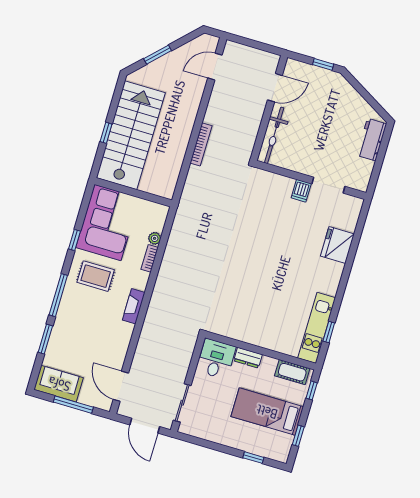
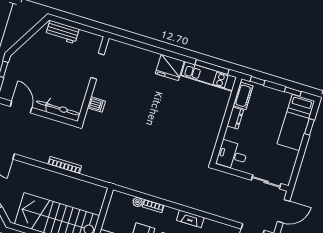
dishwasher: (301, 191) -> (96, 104), moved
fridge: (337, 245) -> (170, 67), moved
window: (329, 332) -> (212, 67), width x2.17
dresser: (248, 358) -> (235, 118), moved
bed: (267, 412) -> (296, 122), moved

